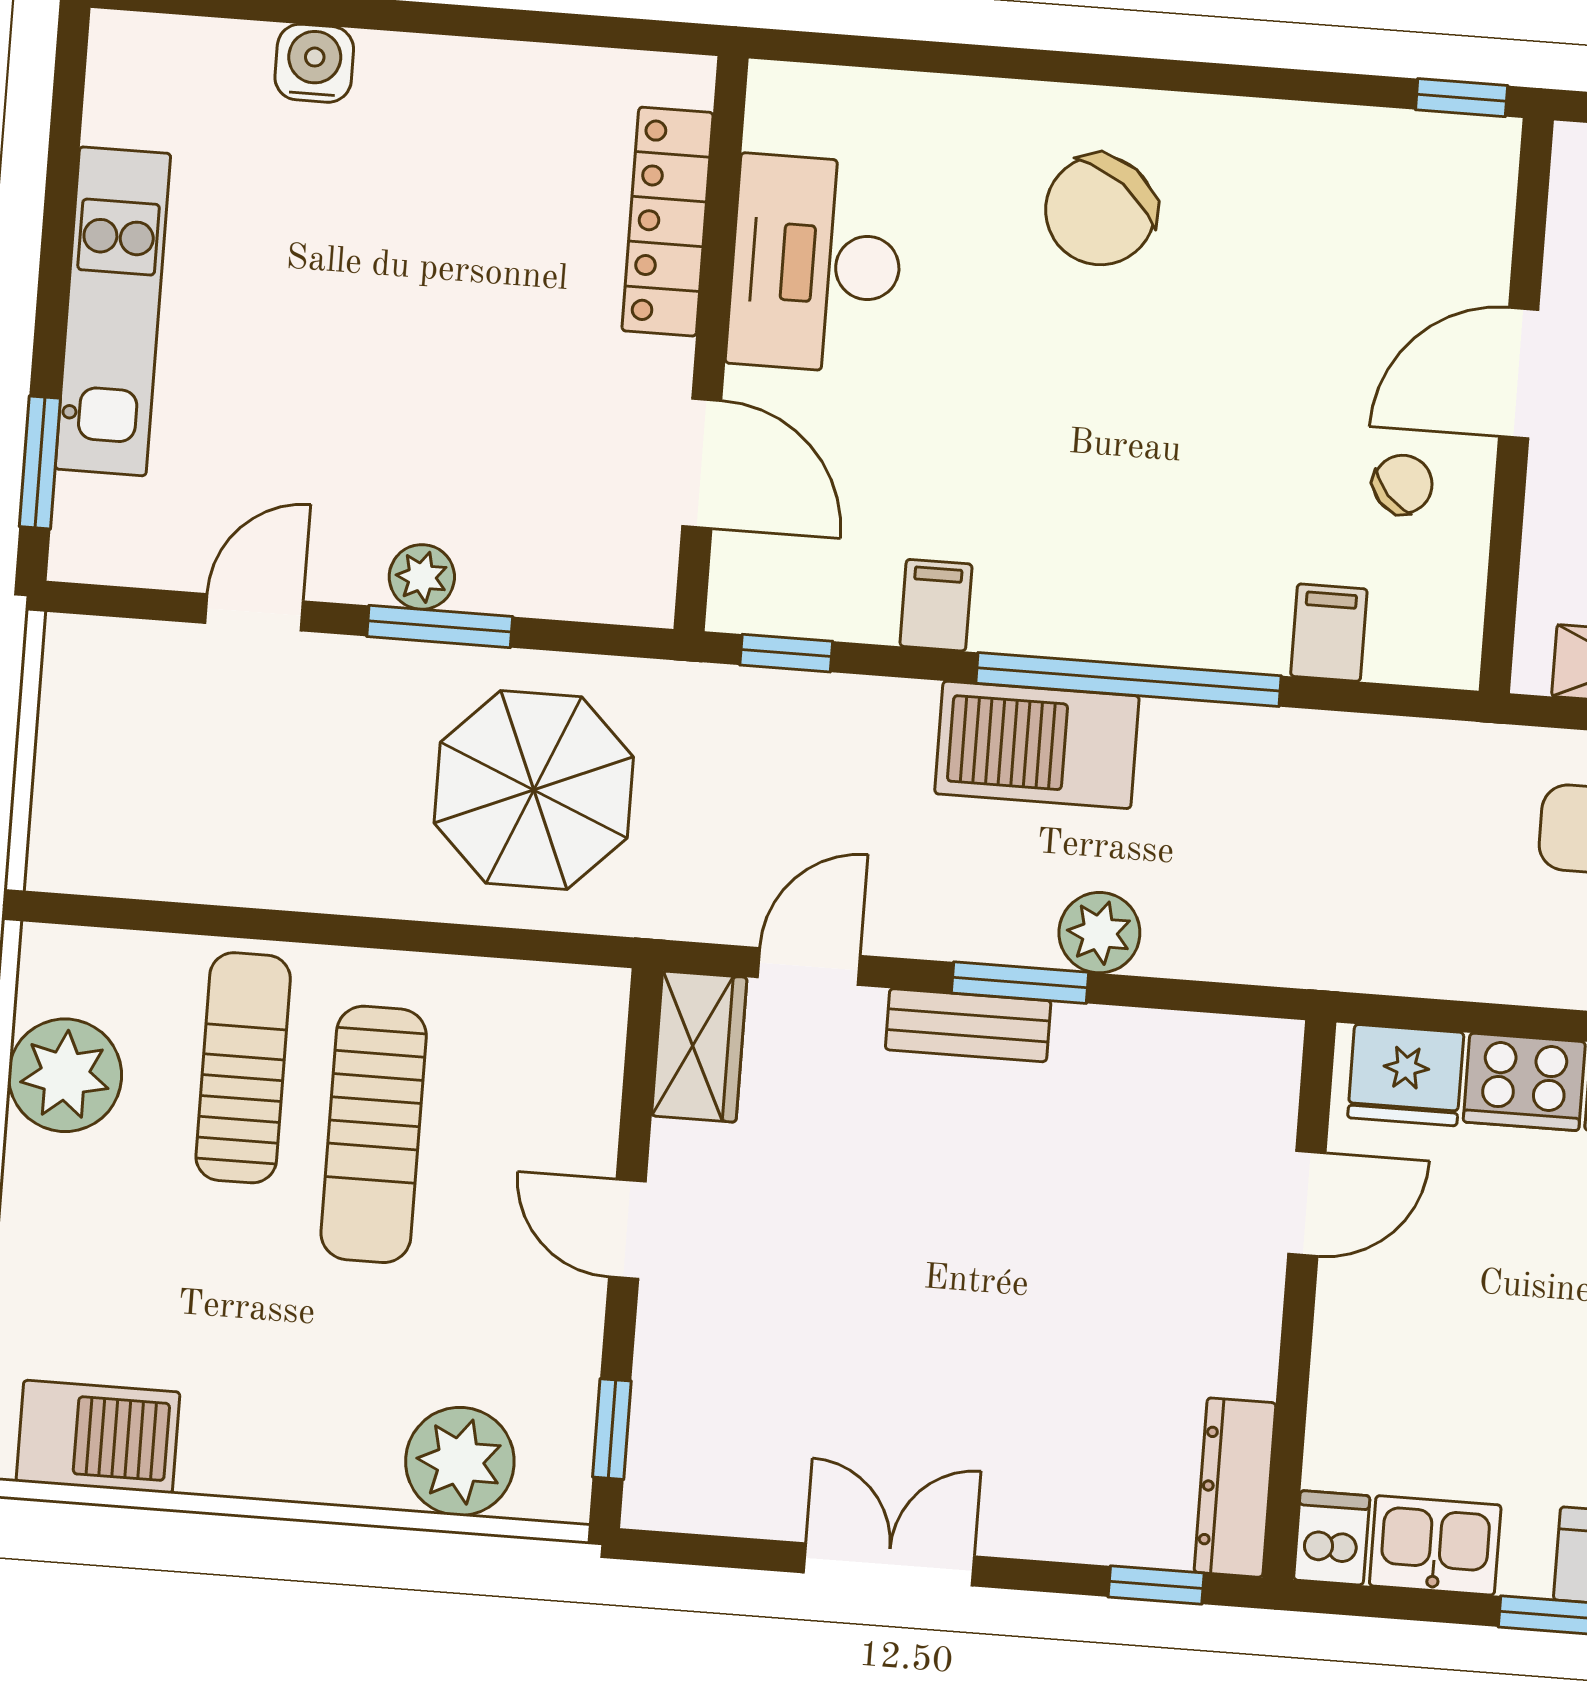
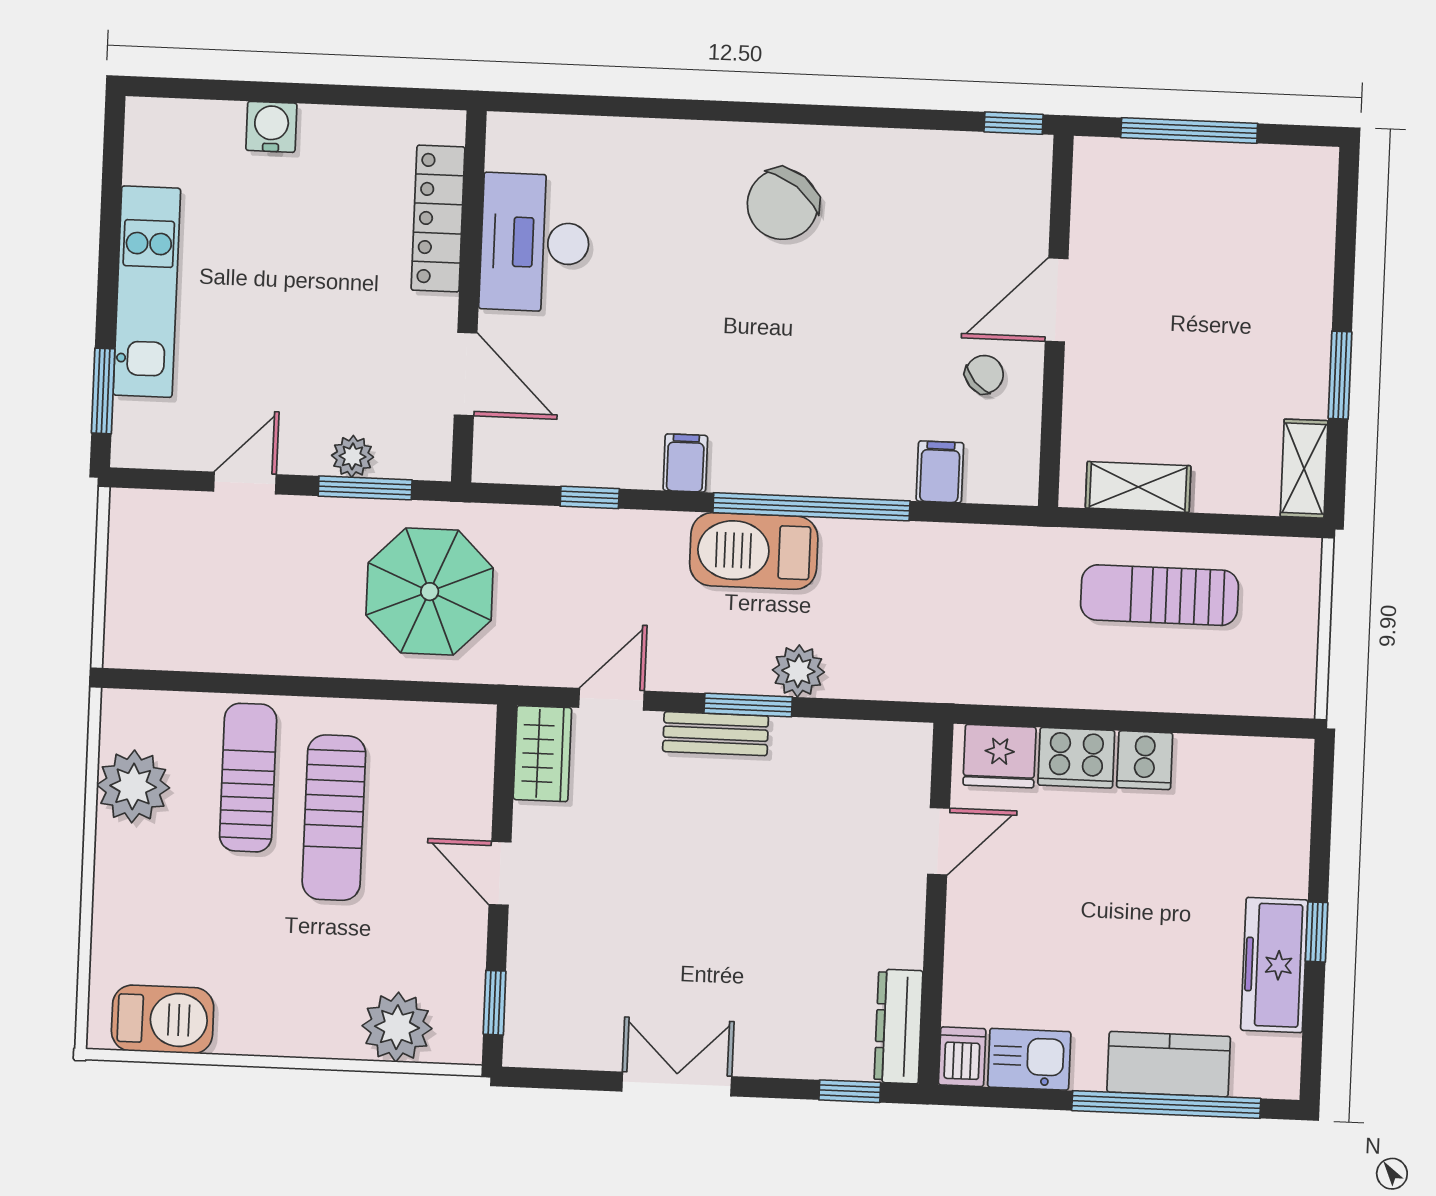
locker: (668, 222) -> (438, 218), moved
desk: (816, 264) -> (535, 243), moved
wall: (711, 344) -> (469, 296), moved
door: (702, 463) -> (466, 374), moved

